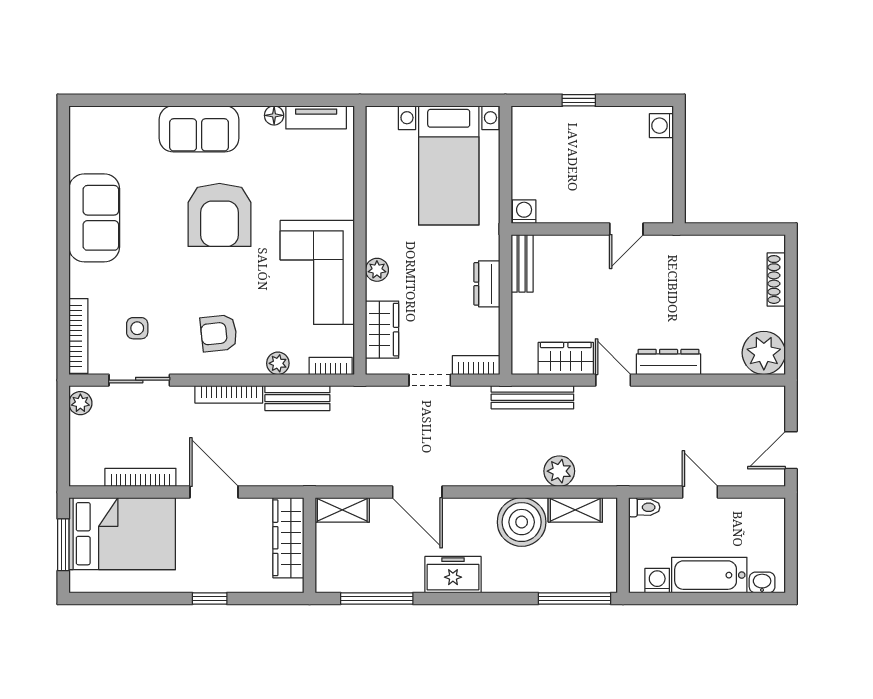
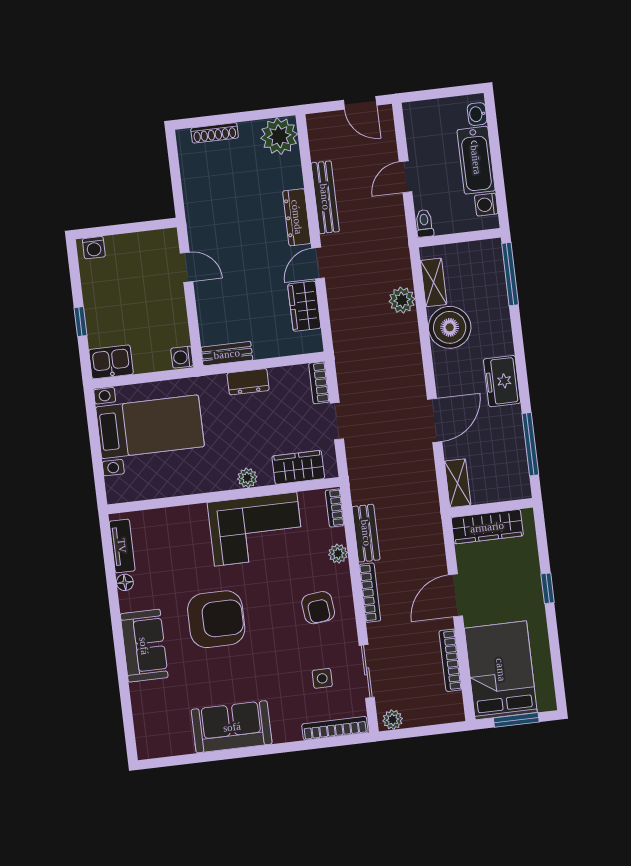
kitchen sink: (528, 130) -> (111, 362), added
bench: (532, 397) -> (325, 197), moved

